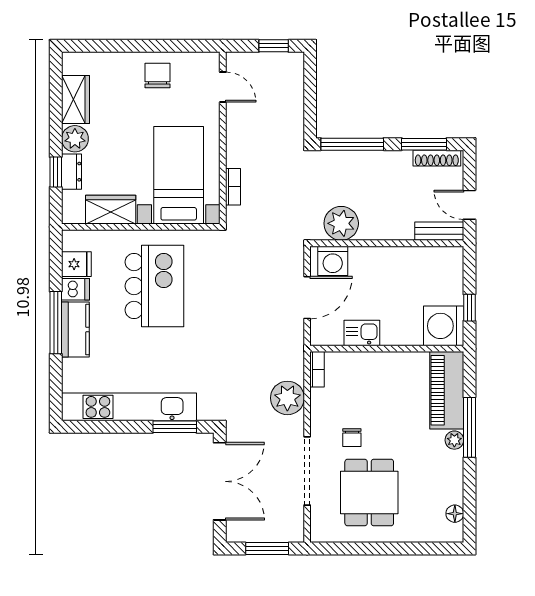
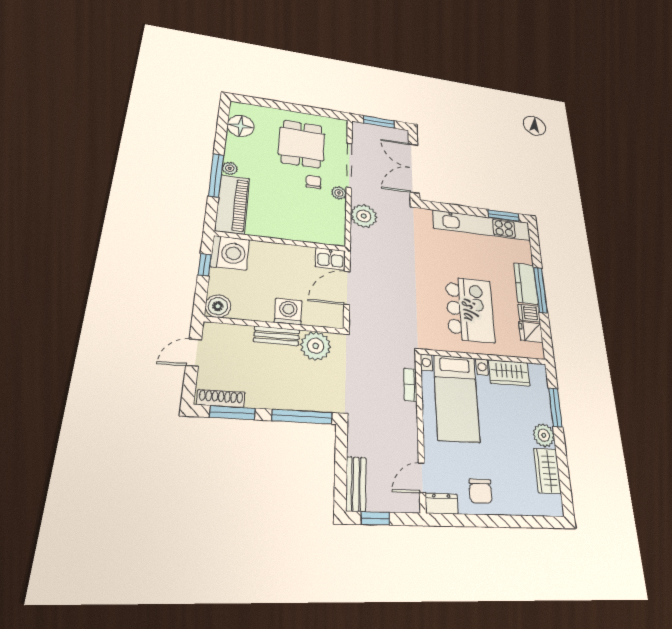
bench: (294, 78) -> (356, 484), added
door: (223, 87) -> (422, 478), hinge flipped
window: (56, 172) -> (555, 407), width x1.50
dresser: (72, 172) -> (442, 504), moved, turned 90
door: (469, 205) -> (194, 353), swing flipped
bench: (439, 231) -> (277, 336), moved
boiler: (450, 260) -> (218, 306), added
washing machine: (333, 261) -> (288, 312), moved
kitchen island: (154, 286) -> (470, 309), turned 180
kitchen sink: (362, 333) -> (330, 259), moved
bookcase: (317, 369) -> (340, 233), removed
window: (175, 427) -> (503, 216), moved
plant: (319, 427) -> (339, 193), added
floor lamp: (455, 514) -> (241, 126), width x1.89, depth x1.89

